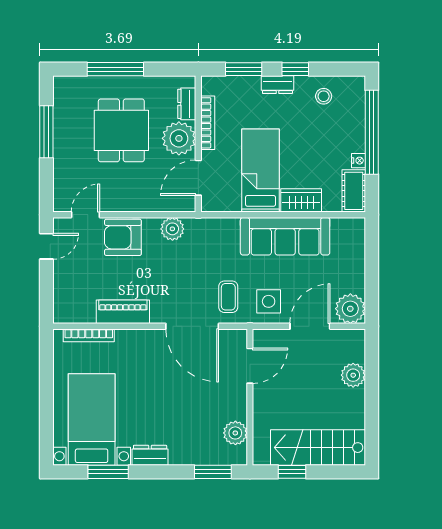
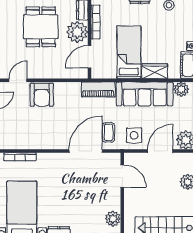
plant: (172, 229) -> (181, 89), moved
armchair: (123, 237) -> (42, 95), turned -90
piano: (123, 312) -> (98, 89), moved, turned 180
door: (192, 326) -> (86, 151), swing flipped
door: (250, 366) -> (122, 176), hinge flipped

